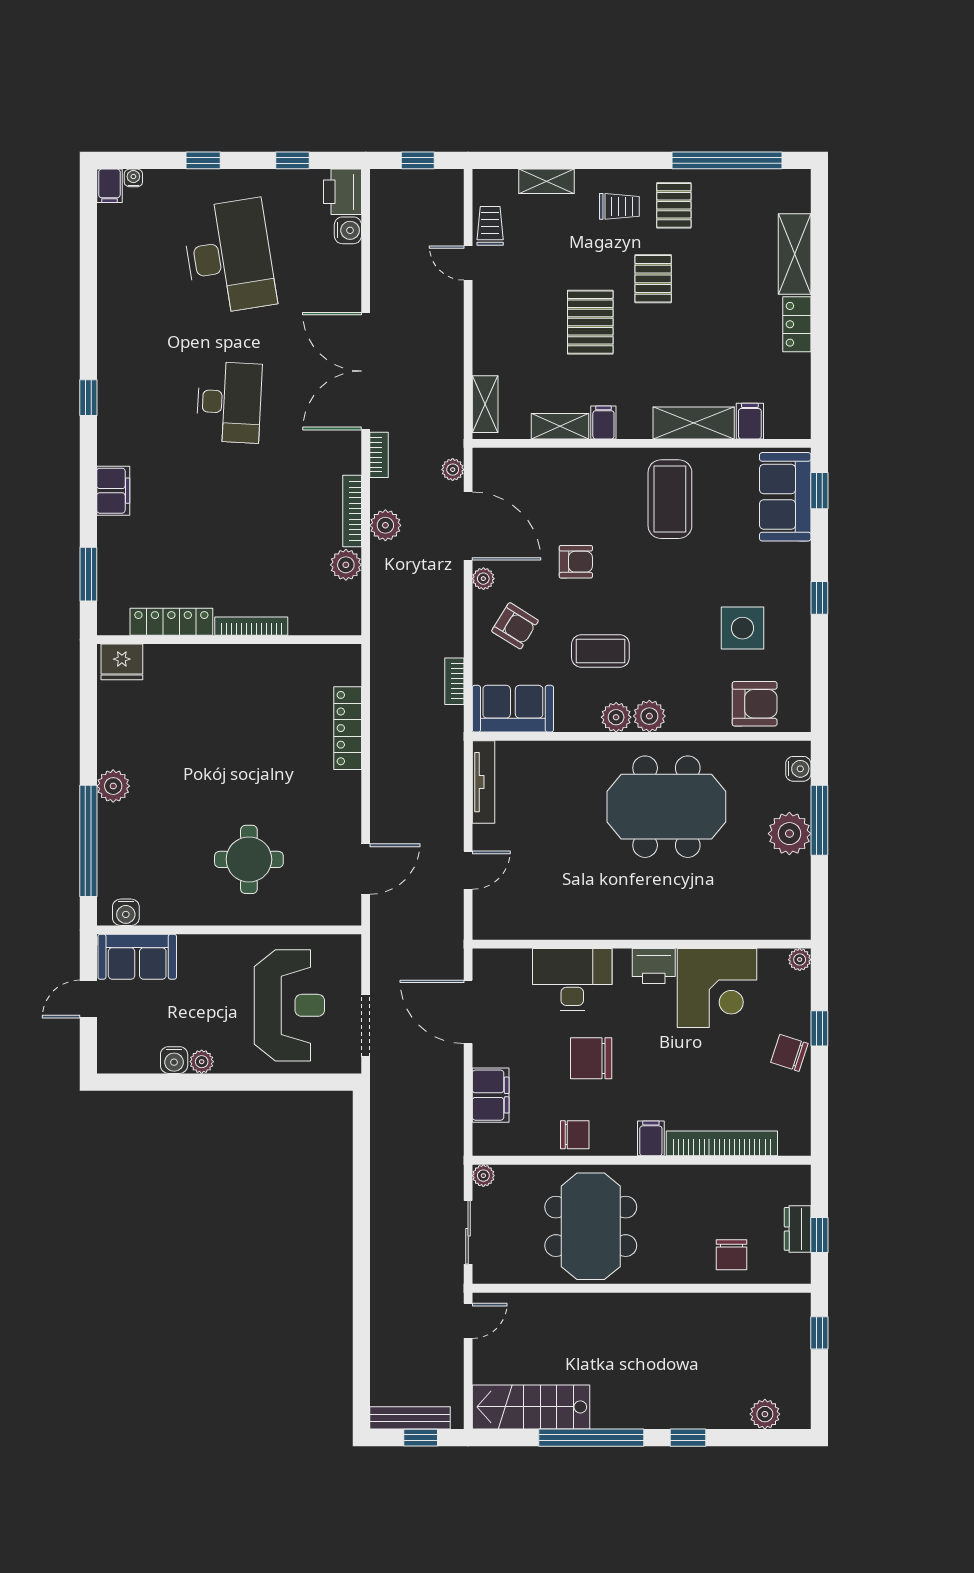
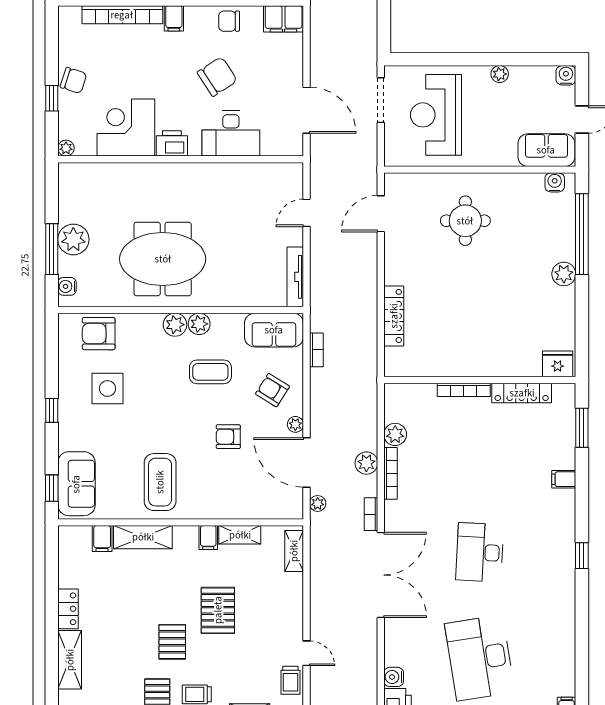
filing cabinet: (113, 491) -> (564, 479), width x0.50
chair: (591, 1058) -> (217, 77), turned -33
water cooler: (174, 1060) -> (566, 75), moved
filing cabinet: (491, 1095) -> (284, 19), moved, turned -90

